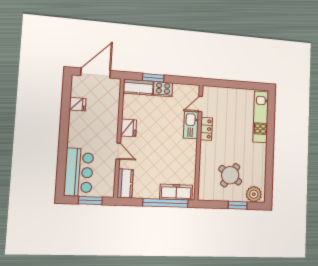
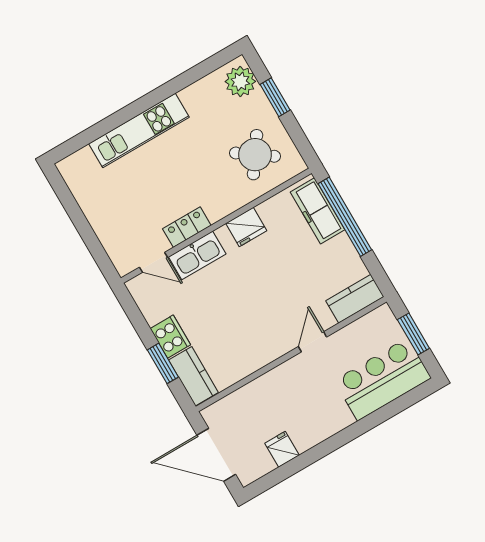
kitchen unit: (261, 117) -> (139, 131), moved
fridge: (129, 128) -> (246, 227), moved, turned 180
round table: (230, 175) -> (255, 155), moved

